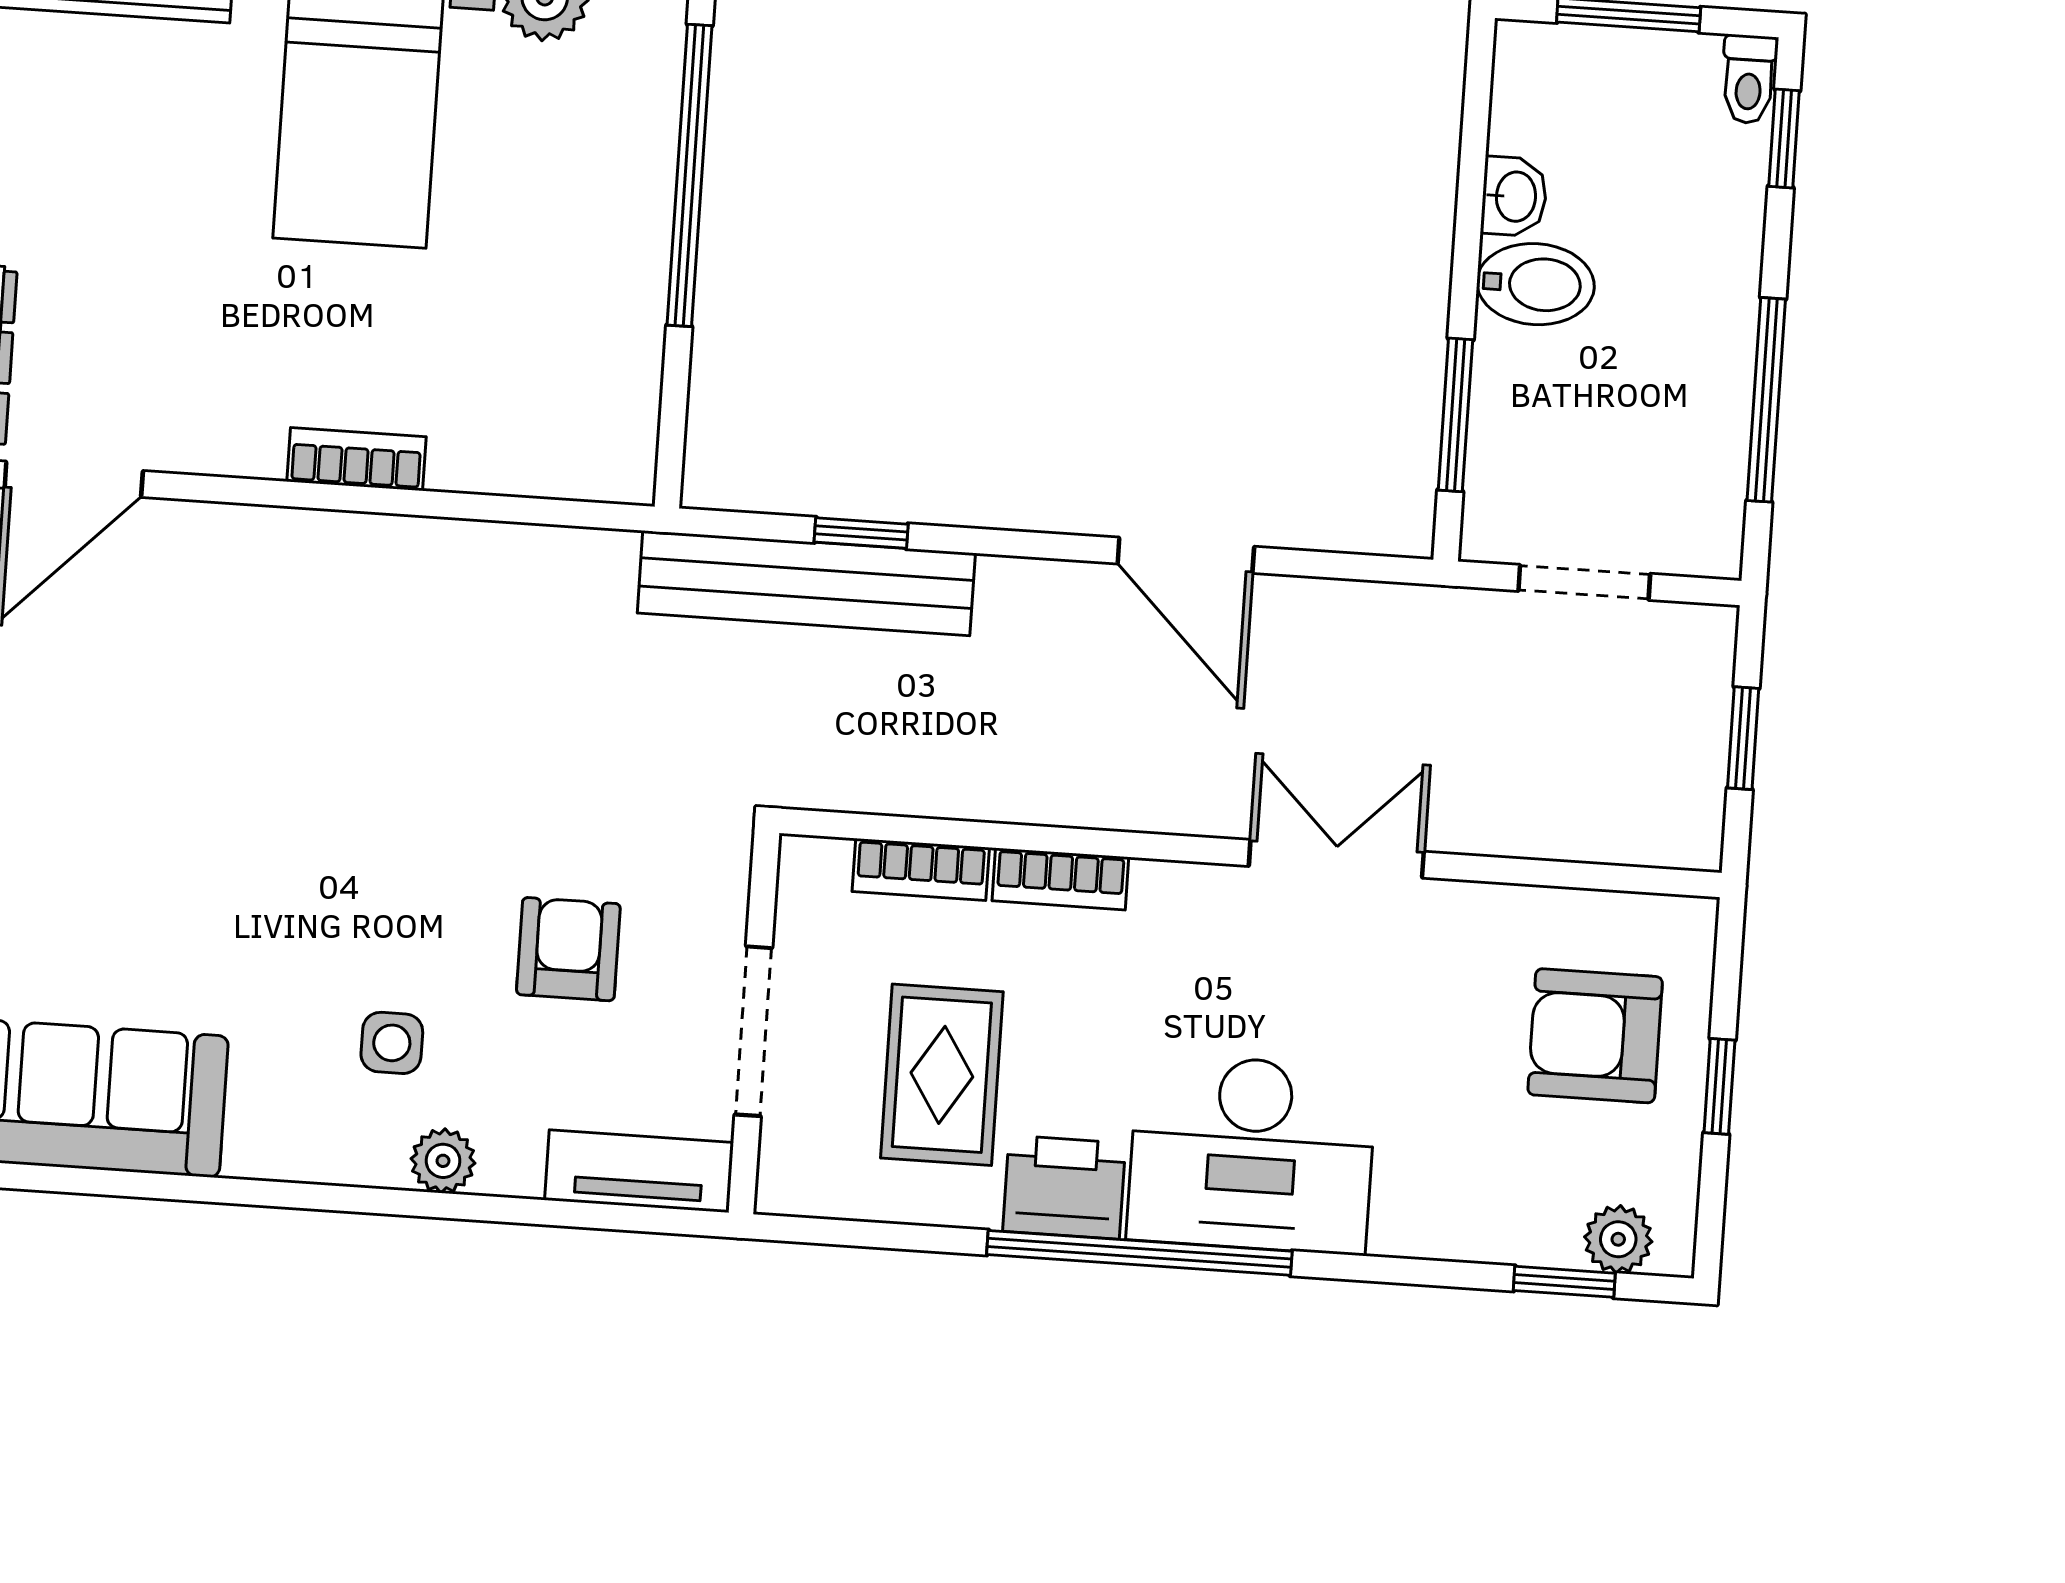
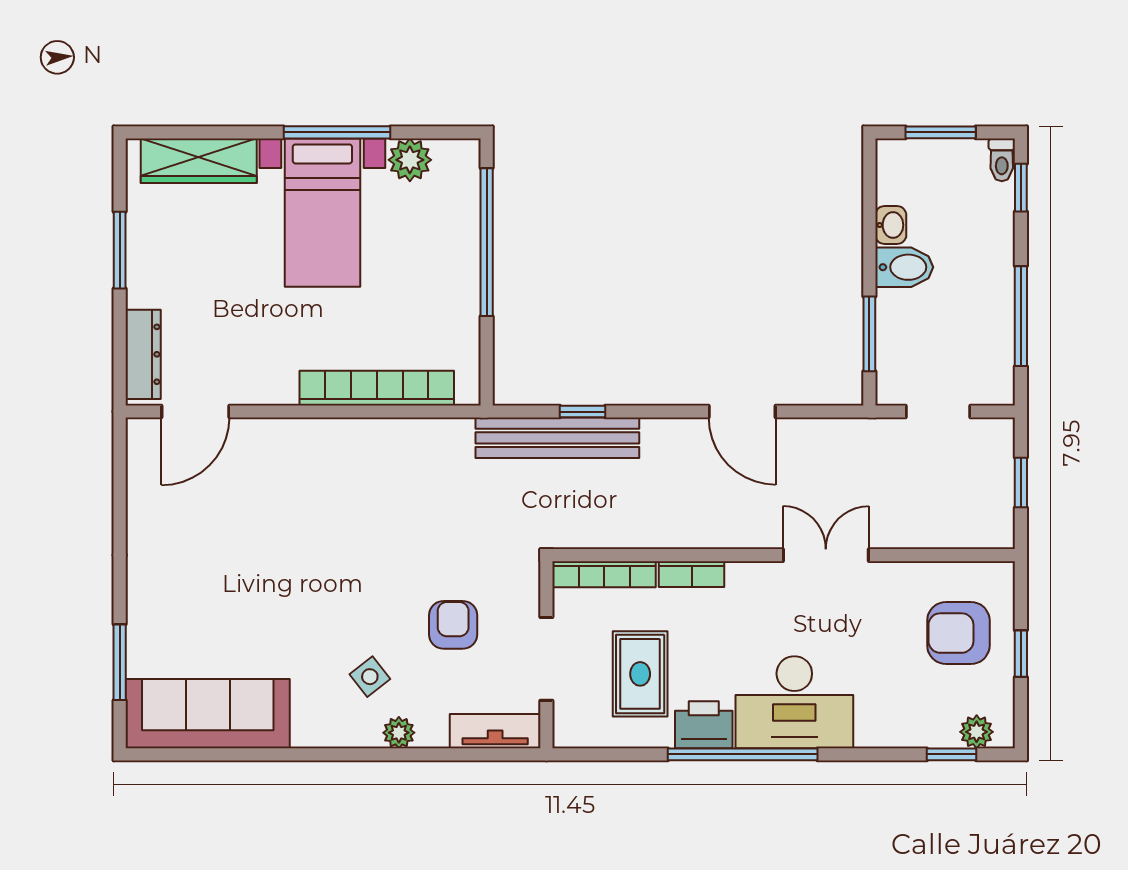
bookcase: (356, 459) -> (377, 388), width x2.31, depth x1.31
bookcase: (921, 870) -> (604, 574), width x1.56
side table: (392, 1043) -> (370, 677), turned -38

